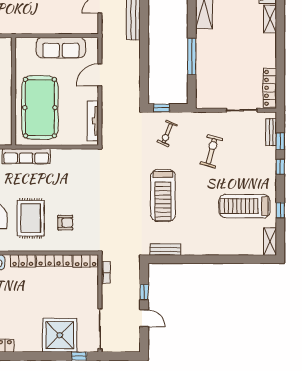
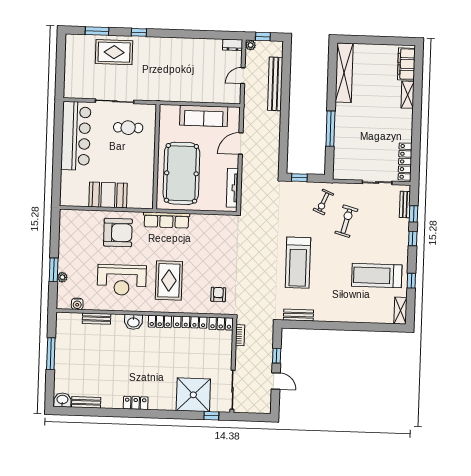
exercise bike: (167, 133) -> (323, 202), moved
armchair: (65, 223) -> (218, 294), moved, turned -90

